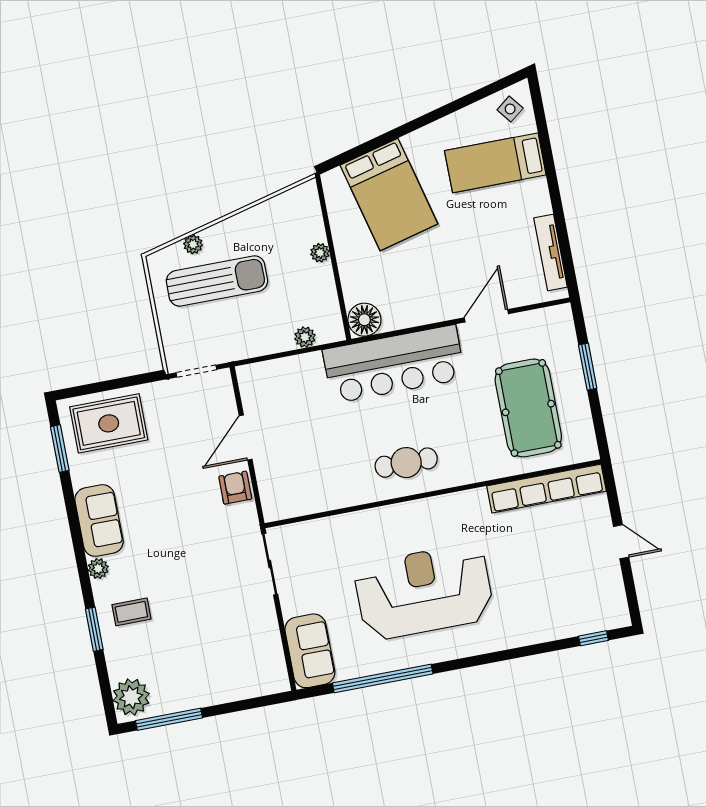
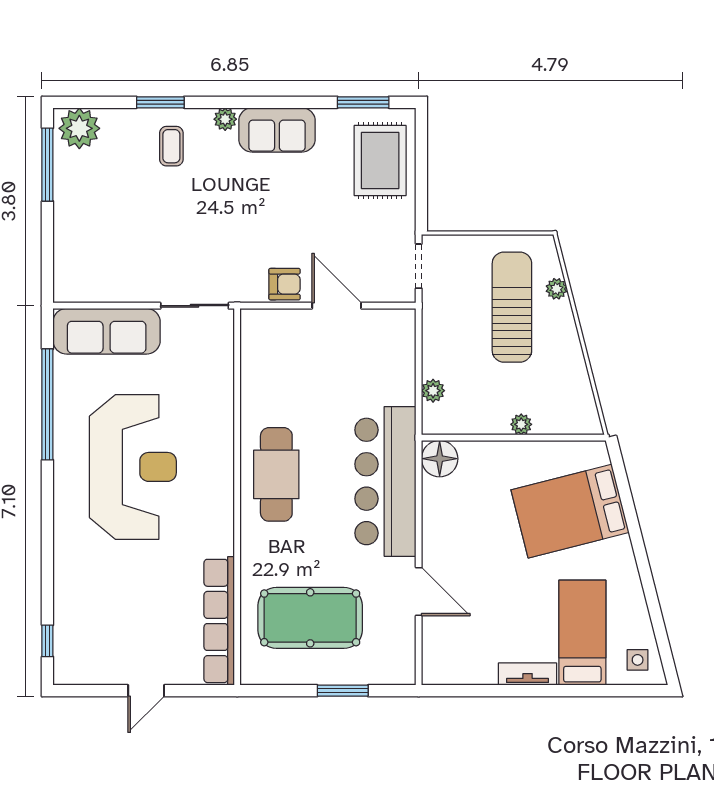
side table: (510, 109) -> (638, 660), turned 38
tv unit: (551, 252) -> (528, 674), moved, width x0.71
sun lounger: (217, 281) -> (512, 307), turned 180
cafe table: (406, 463) -> (276, 474), width x1.37, depth x1.35
sofa: (310, 651) -> (107, 331), width x1.36

